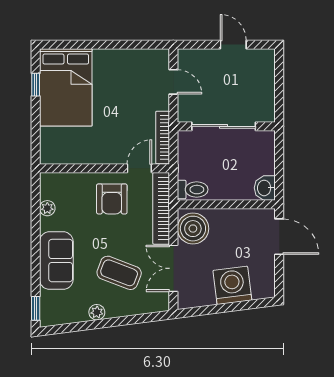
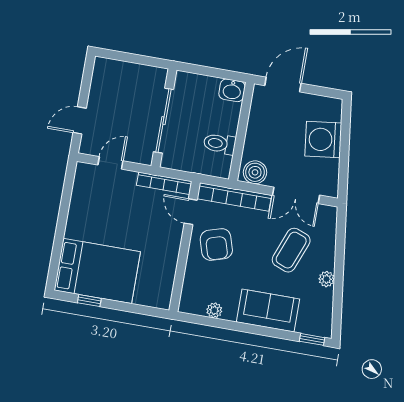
door: (233, 45) -> (80, 120), moved
toilet: (193, 190) -> (220, 144), moved, turned -90
armchair: (112, 199) -> (216, 244), turned 73
boiler: (193, 229) -> (255, 172), width x0.73, depth x0.73

